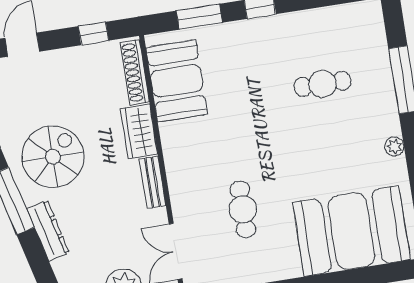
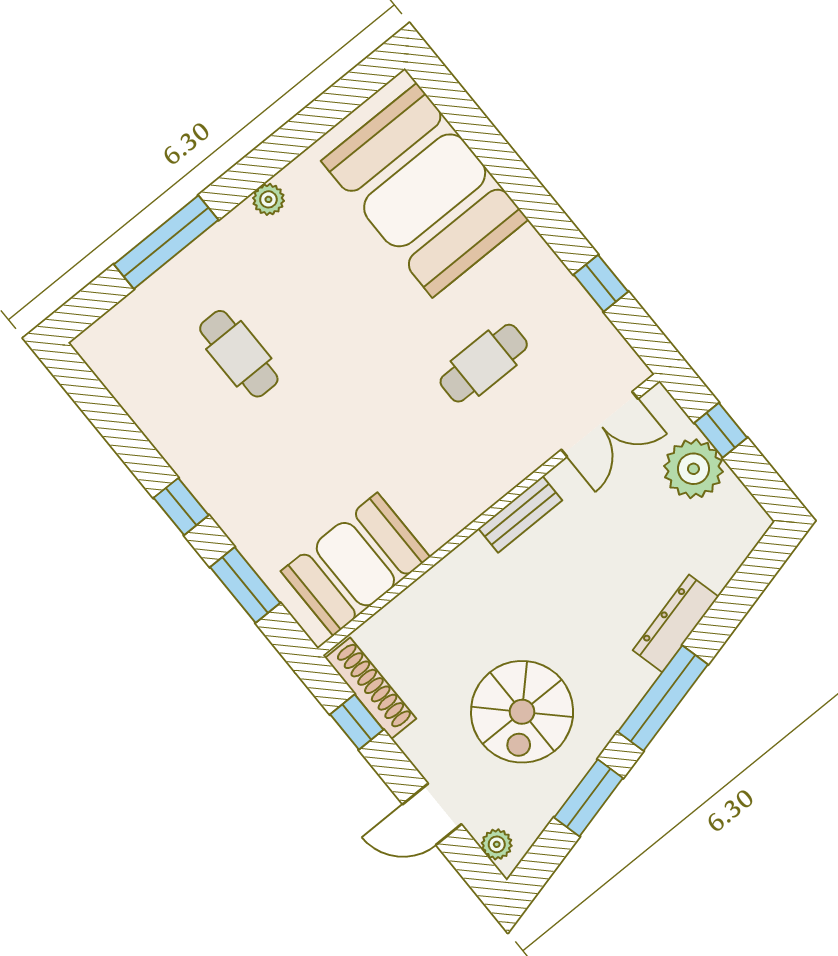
shoe rack: (135, 72) -> (371, 688), moved, turned -90
wardrobe: (139, 131) -> (459, 576), removed
spiral stairs: (53, 157) -> (522, 712), moved, turned -90

